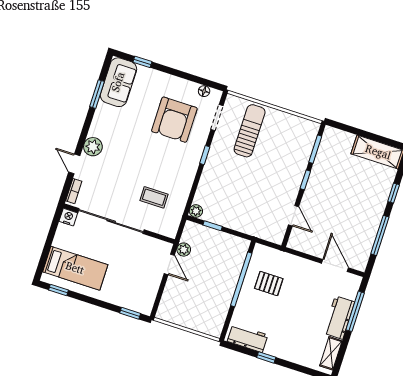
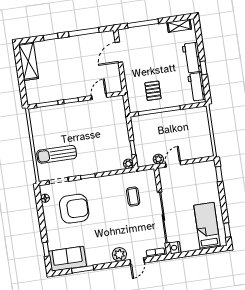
workbench: (339, 318) -> (192, 58), moved, turned 90

